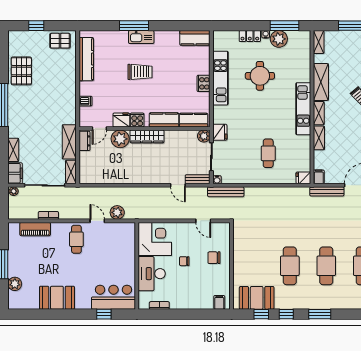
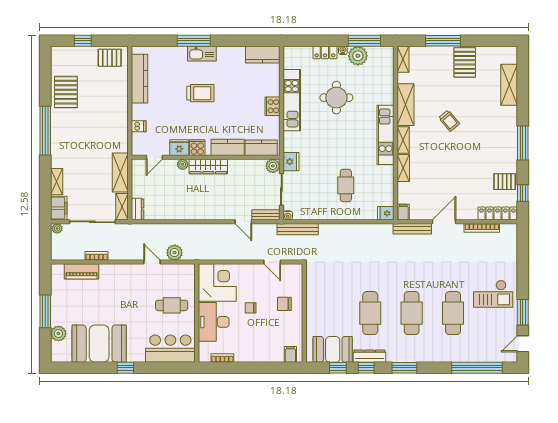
plant: (120, 139) -> (183, 164), width x0.53, depth x0.53
dresser: (84, 141) -> (137, 209), moved
cafe table: (76, 239) -> (172, 305), moved, turned 90
booth: (57, 298) -> (99, 344), width x1.36, depth x1.42
dresser: (289, 304) -> (369, 356), added
window: (104, 314) -> (125, 368), moved

